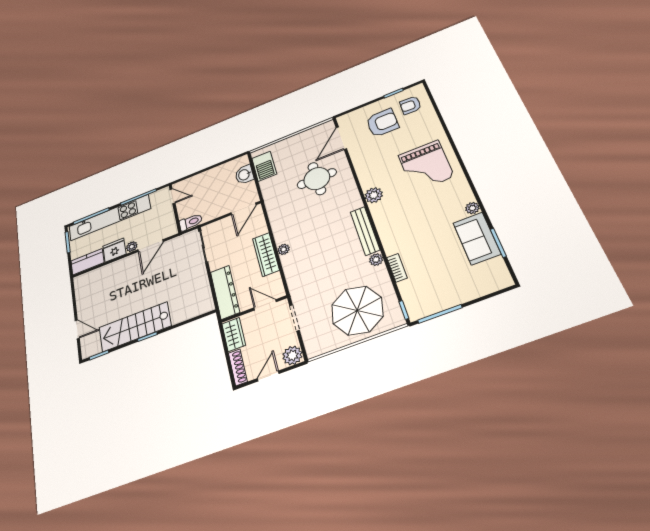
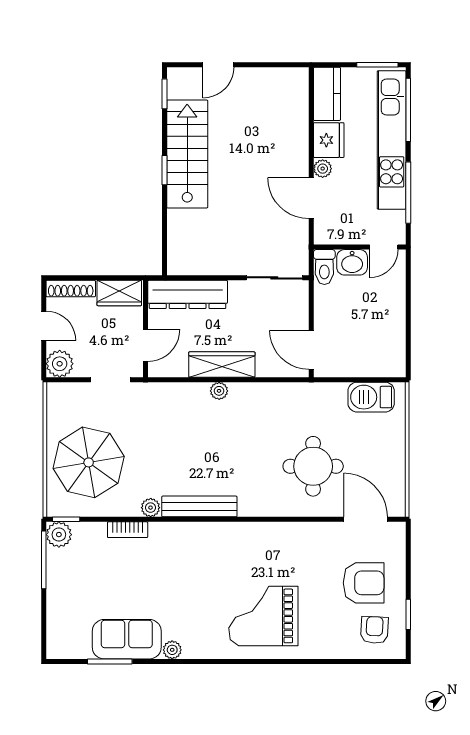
armchair: (382, 123) -> (364, 583), turned -90
washbasin: (244, 175) -> (352, 262), moved, turned 180
plant: (374, 195) -> (59, 535), moved

